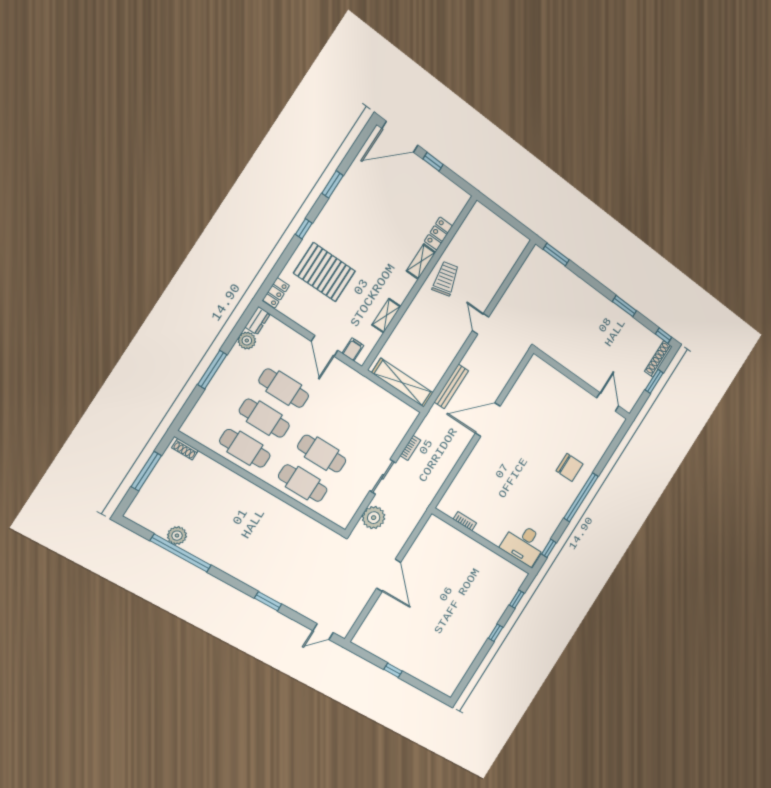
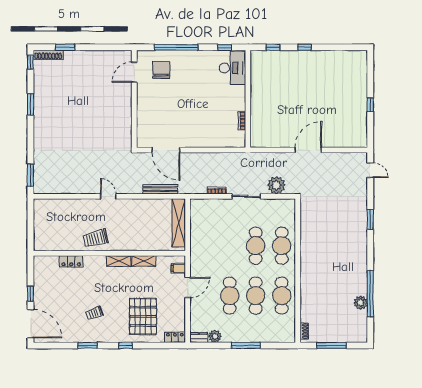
trolley: (364, 219) -> (94, 313), added
shelving: (421, 262) -> (119, 261), moved
door: (481, 324) -> (108, 196), swing flipped
wall: (582, 384) -> (134, 99), moved
door: (608, 402) -> (134, 72), moved

